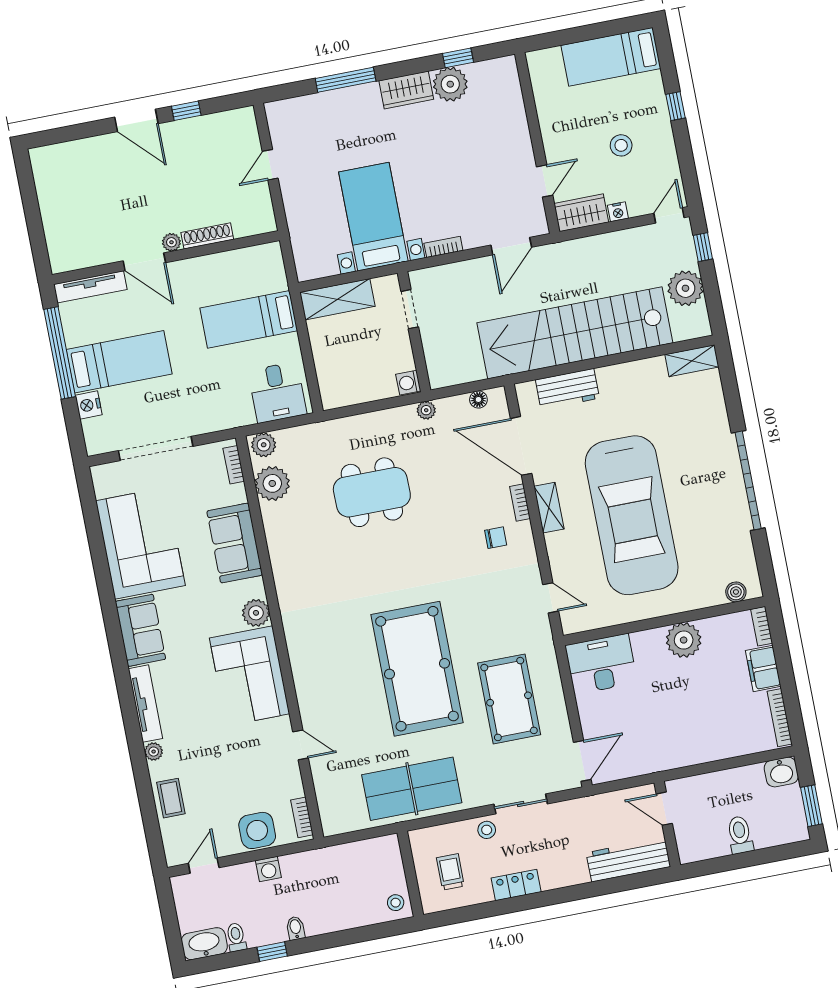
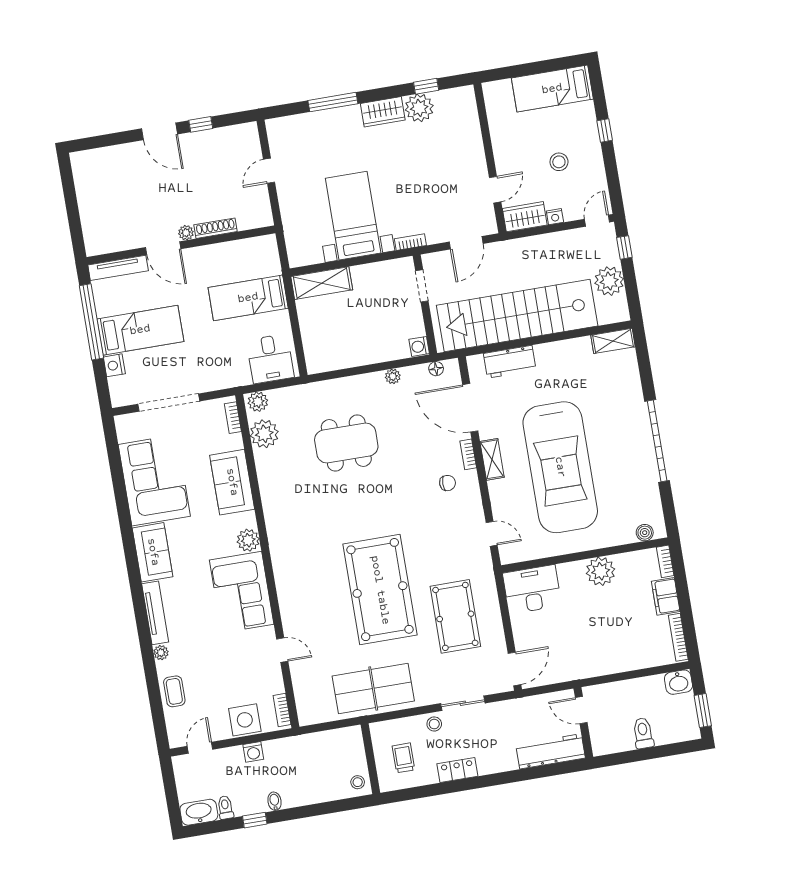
doorway: (410, 309) -> (422, 286), moved
wall: (414, 332) -> (425, 304), moved
washing machine: (408, 383) -> (419, 346), moved

